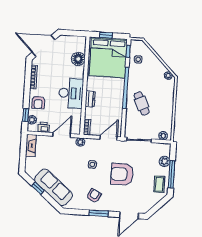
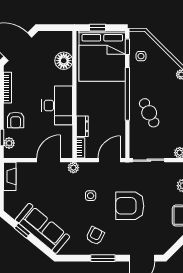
dresser: (90, 99) -> (82, 126), moved
printer: (43, 127) -> (25, 152), removed

